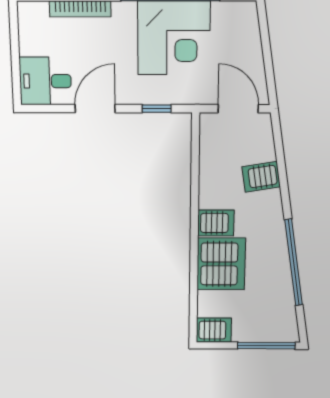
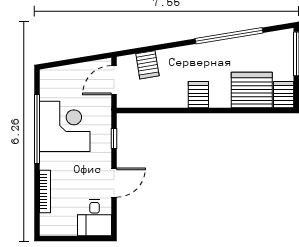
door: (95, 109) -> (114, 183), swing flipped
server rack: (261, 177) -> (147, 65), moved
server rack: (221, 264) -> (252, 90), moved

